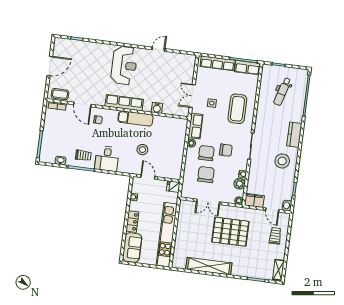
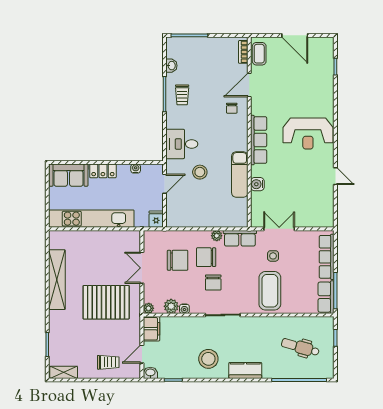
coffee table: (237, 109) -> (270, 291), turned 90
exam couch: (135, 118) -> (240, 175), moved
chair: (206, 153) -> (206, 257), turned 180
desk: (107, 159) -> (182, 144), moved
pallet: (230, 232) -> (106, 302), turned 90

